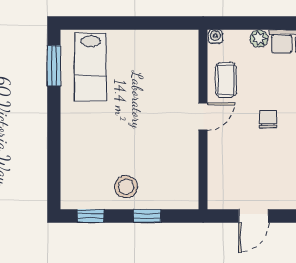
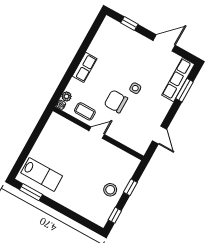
plant: (259, 38) -> (67, 96), moved
door: (203, 117) -> (97, 133), hinge flipped
chair: (268, 119) -> (116, 101), width x1.87, depth x1.87

